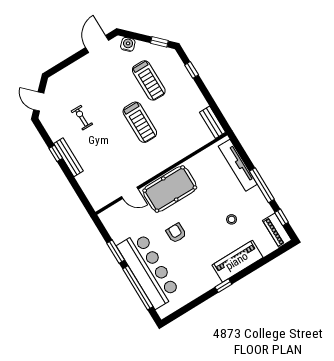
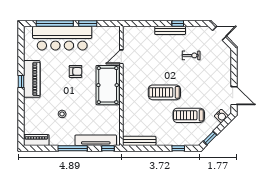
bench: (213, 122) -> (139, 141), width x1.36
window: (282, 217) -> (108, 148), moved
piano: (237, 261) -> (32, 79), moved

